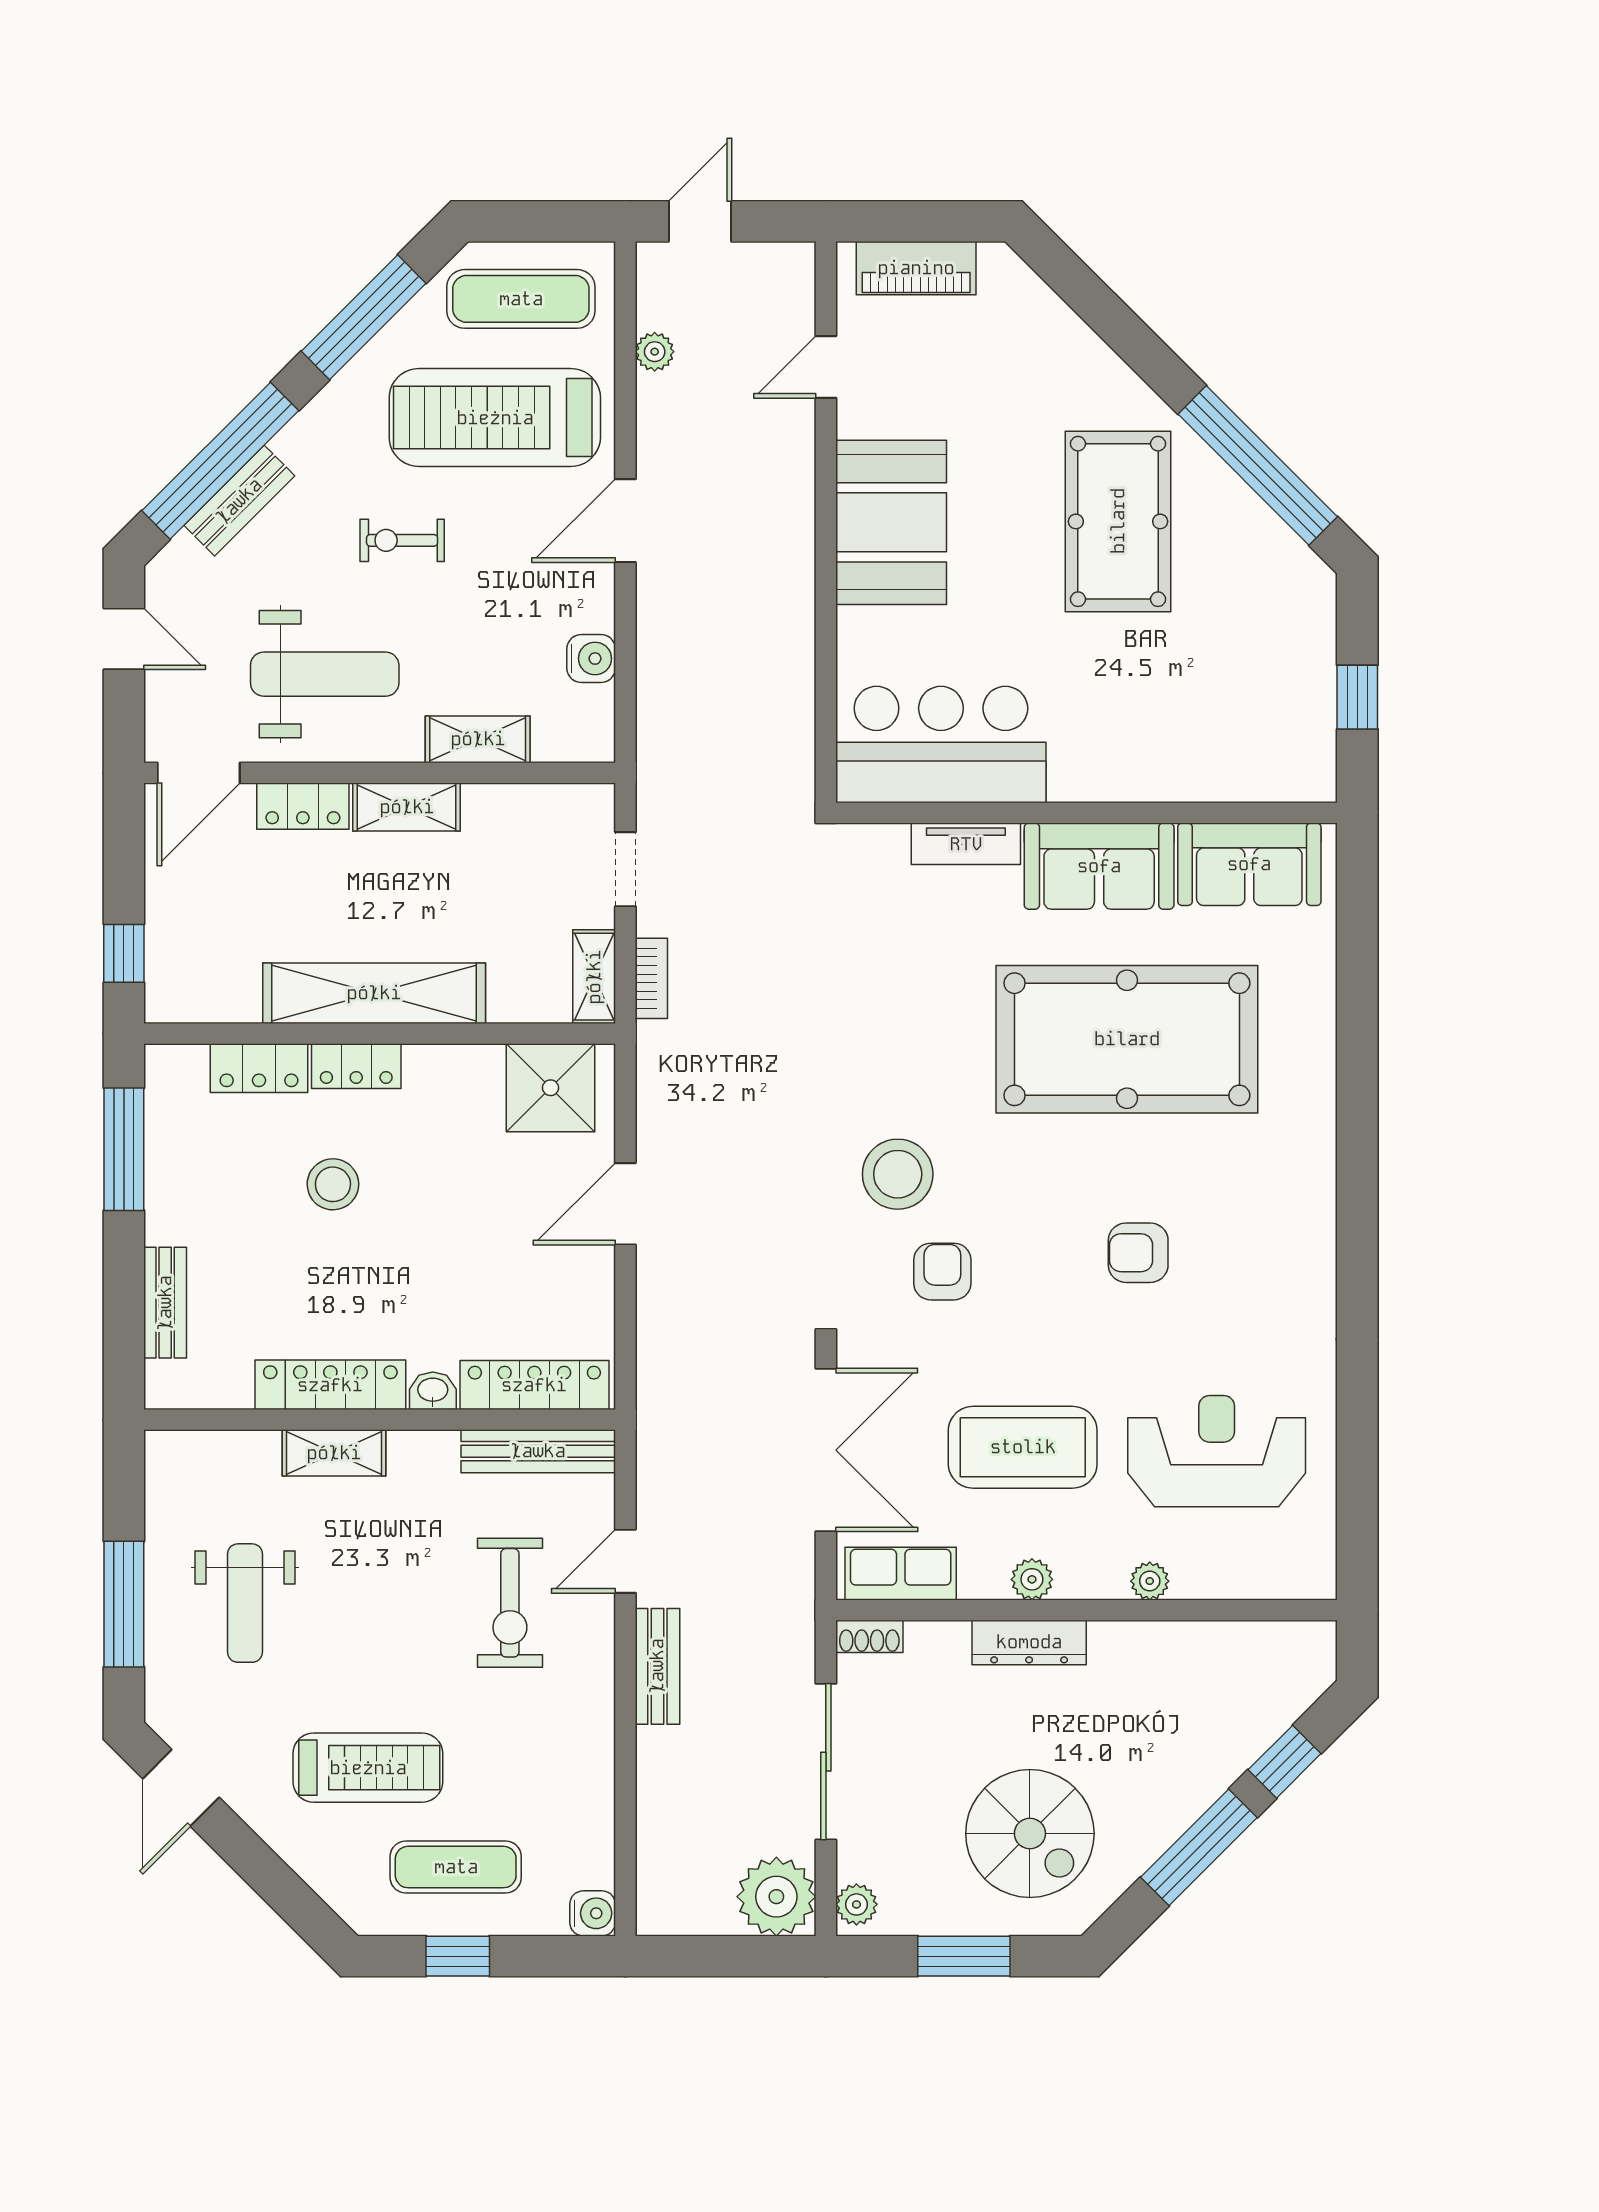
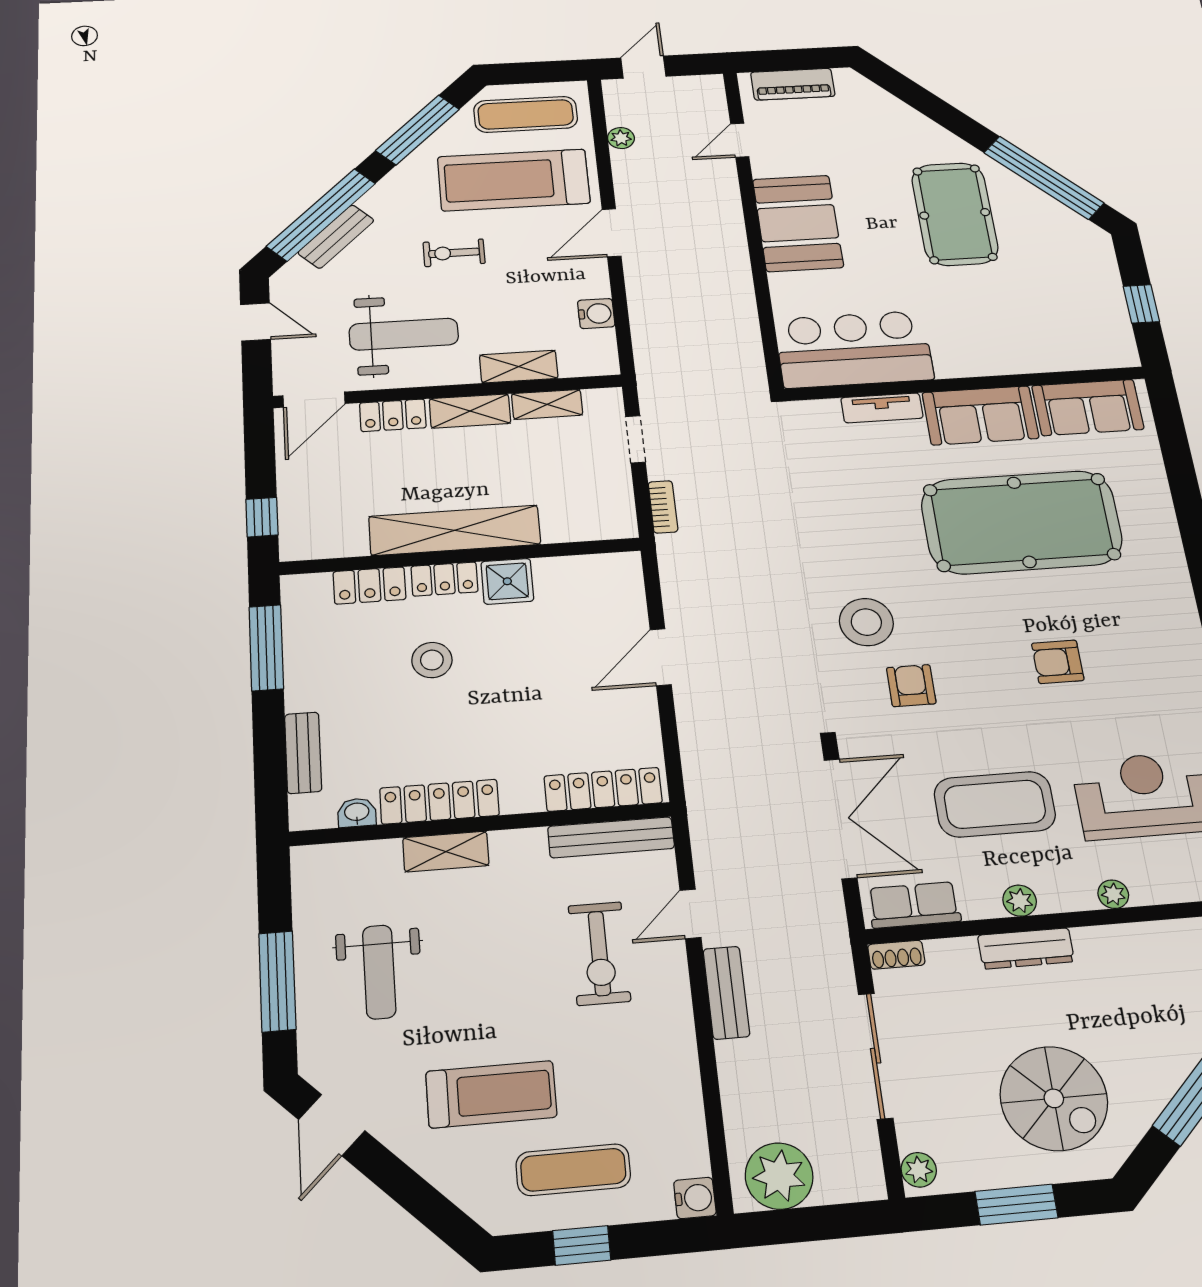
shelving: (594, 977) -> (547, 404), moved, turned 90
shower: (551, 1088) -> (507, 581), moved, width x0.73, depth x0.73
washbasin: (433, 1391) -> (357, 813), moved
plant: (776, 1897) -> (779, 1176), moved

